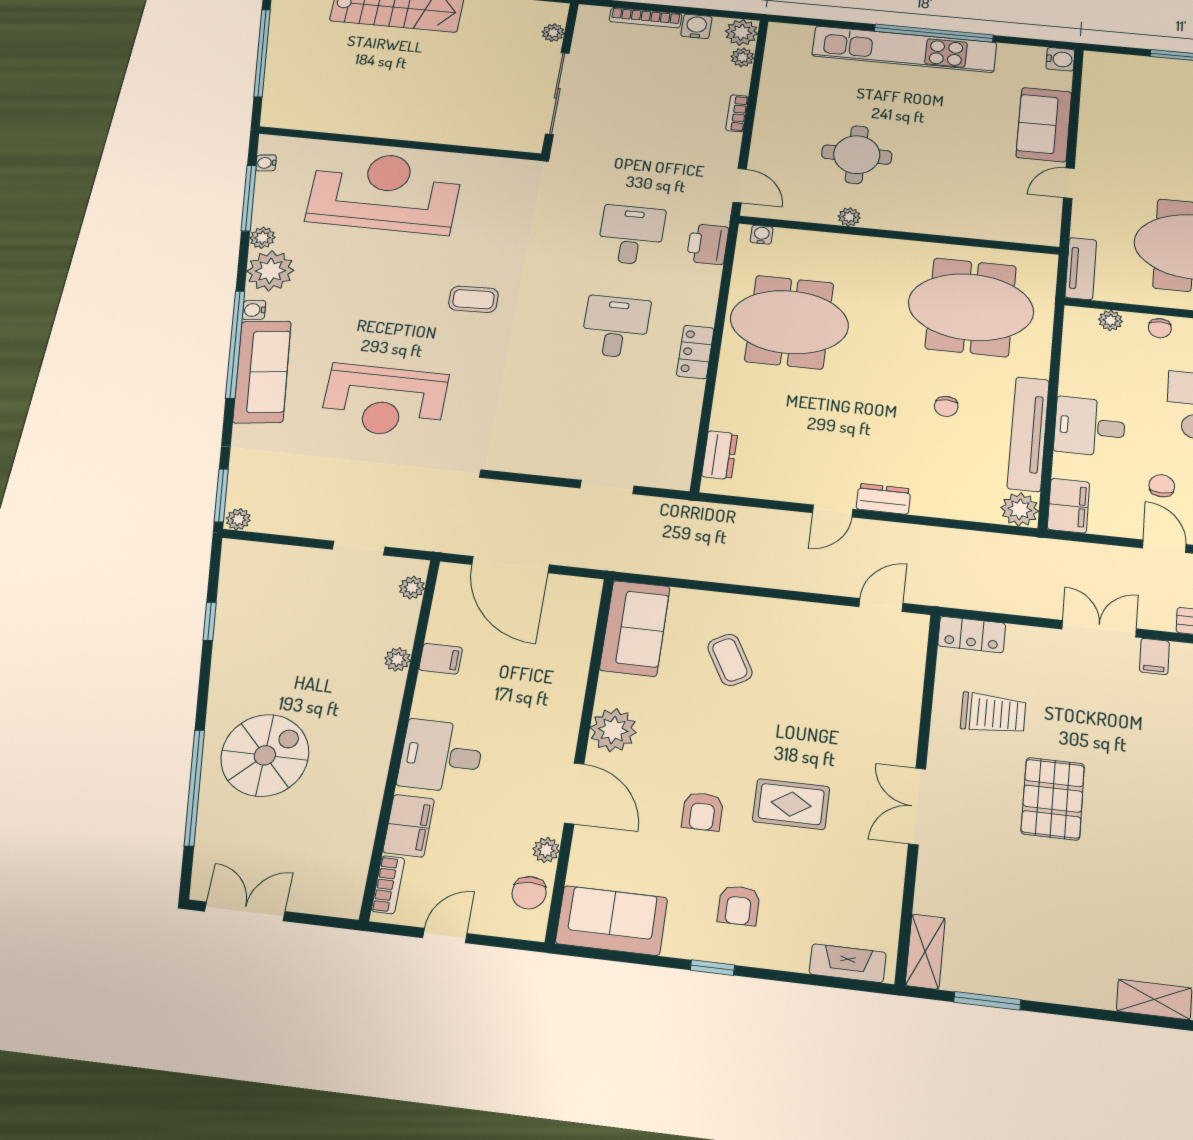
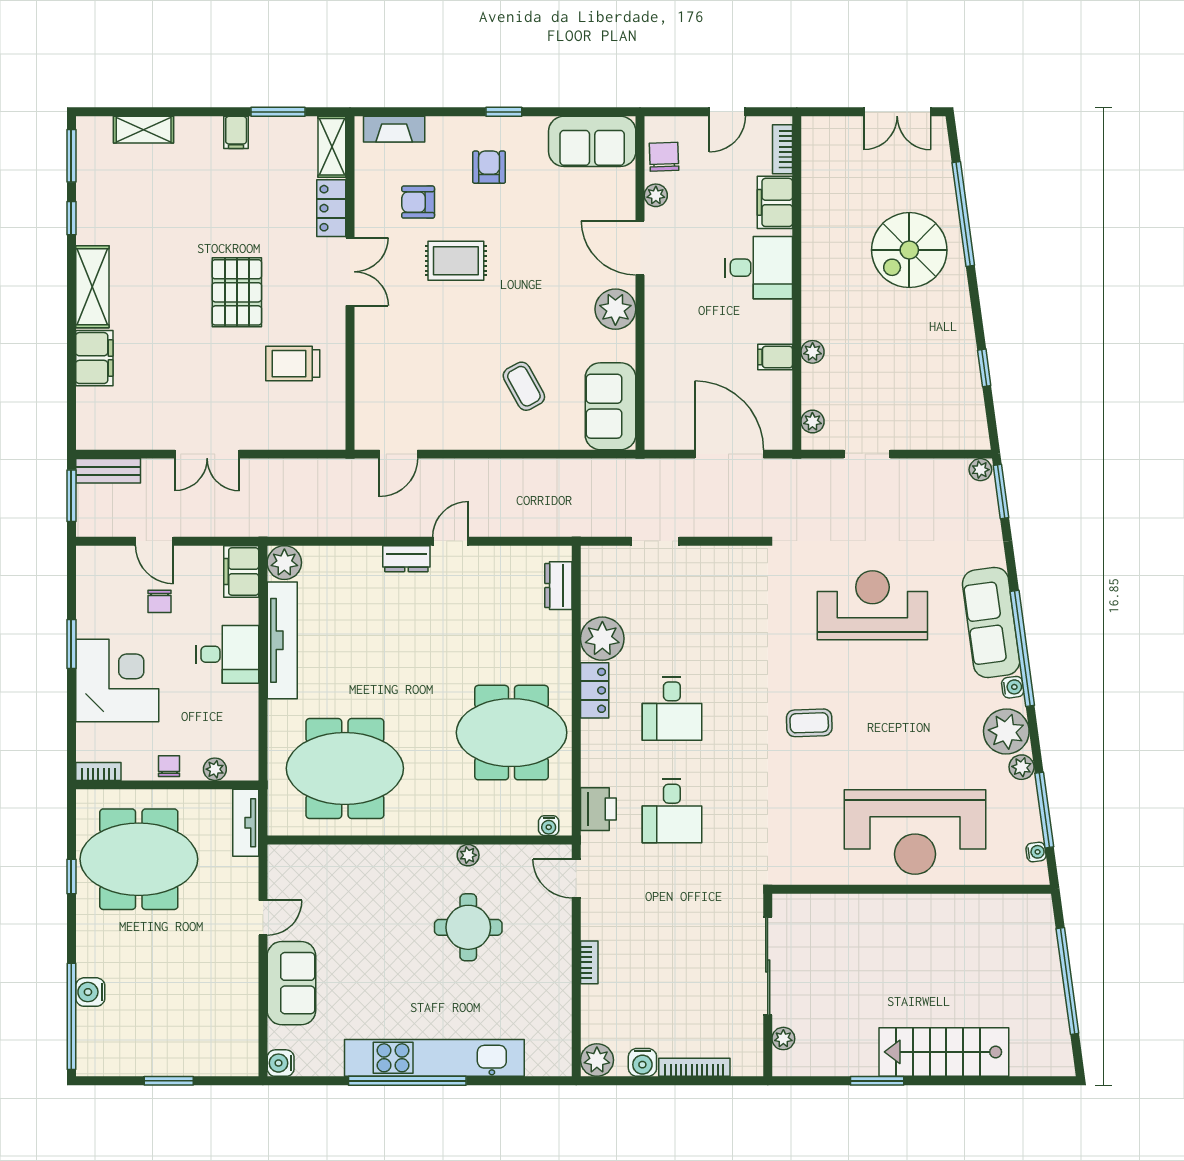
plant: (742, 57) -> (602, 639), moved, width x1.88, depth x1.88
chair: (946, 406) -> (359, 660), removed
locker: (972, 635) -> (331, 208), moved, turned -90
filing cabinet: (1154, 656) -> (236, 132), moved, turned 180
armchair: (702, 812) -> (418, 202), moved, turned -90

